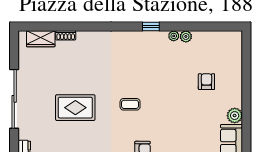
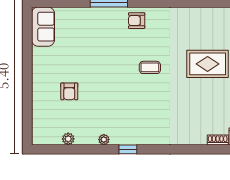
plant: (186, 36) -> (68, 139), moved
plant: (235, 116) -> (40, 56), removed

